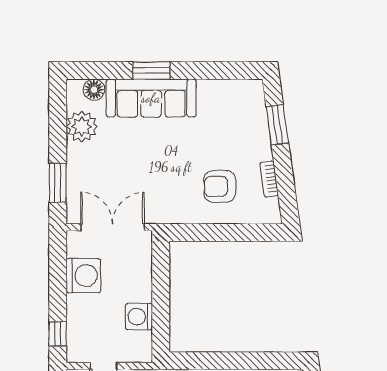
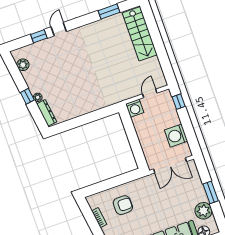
window: (58, 183) -> (211, 192), moved
washing machine: (139, 317) -> (135, 108), moved, turned 90

